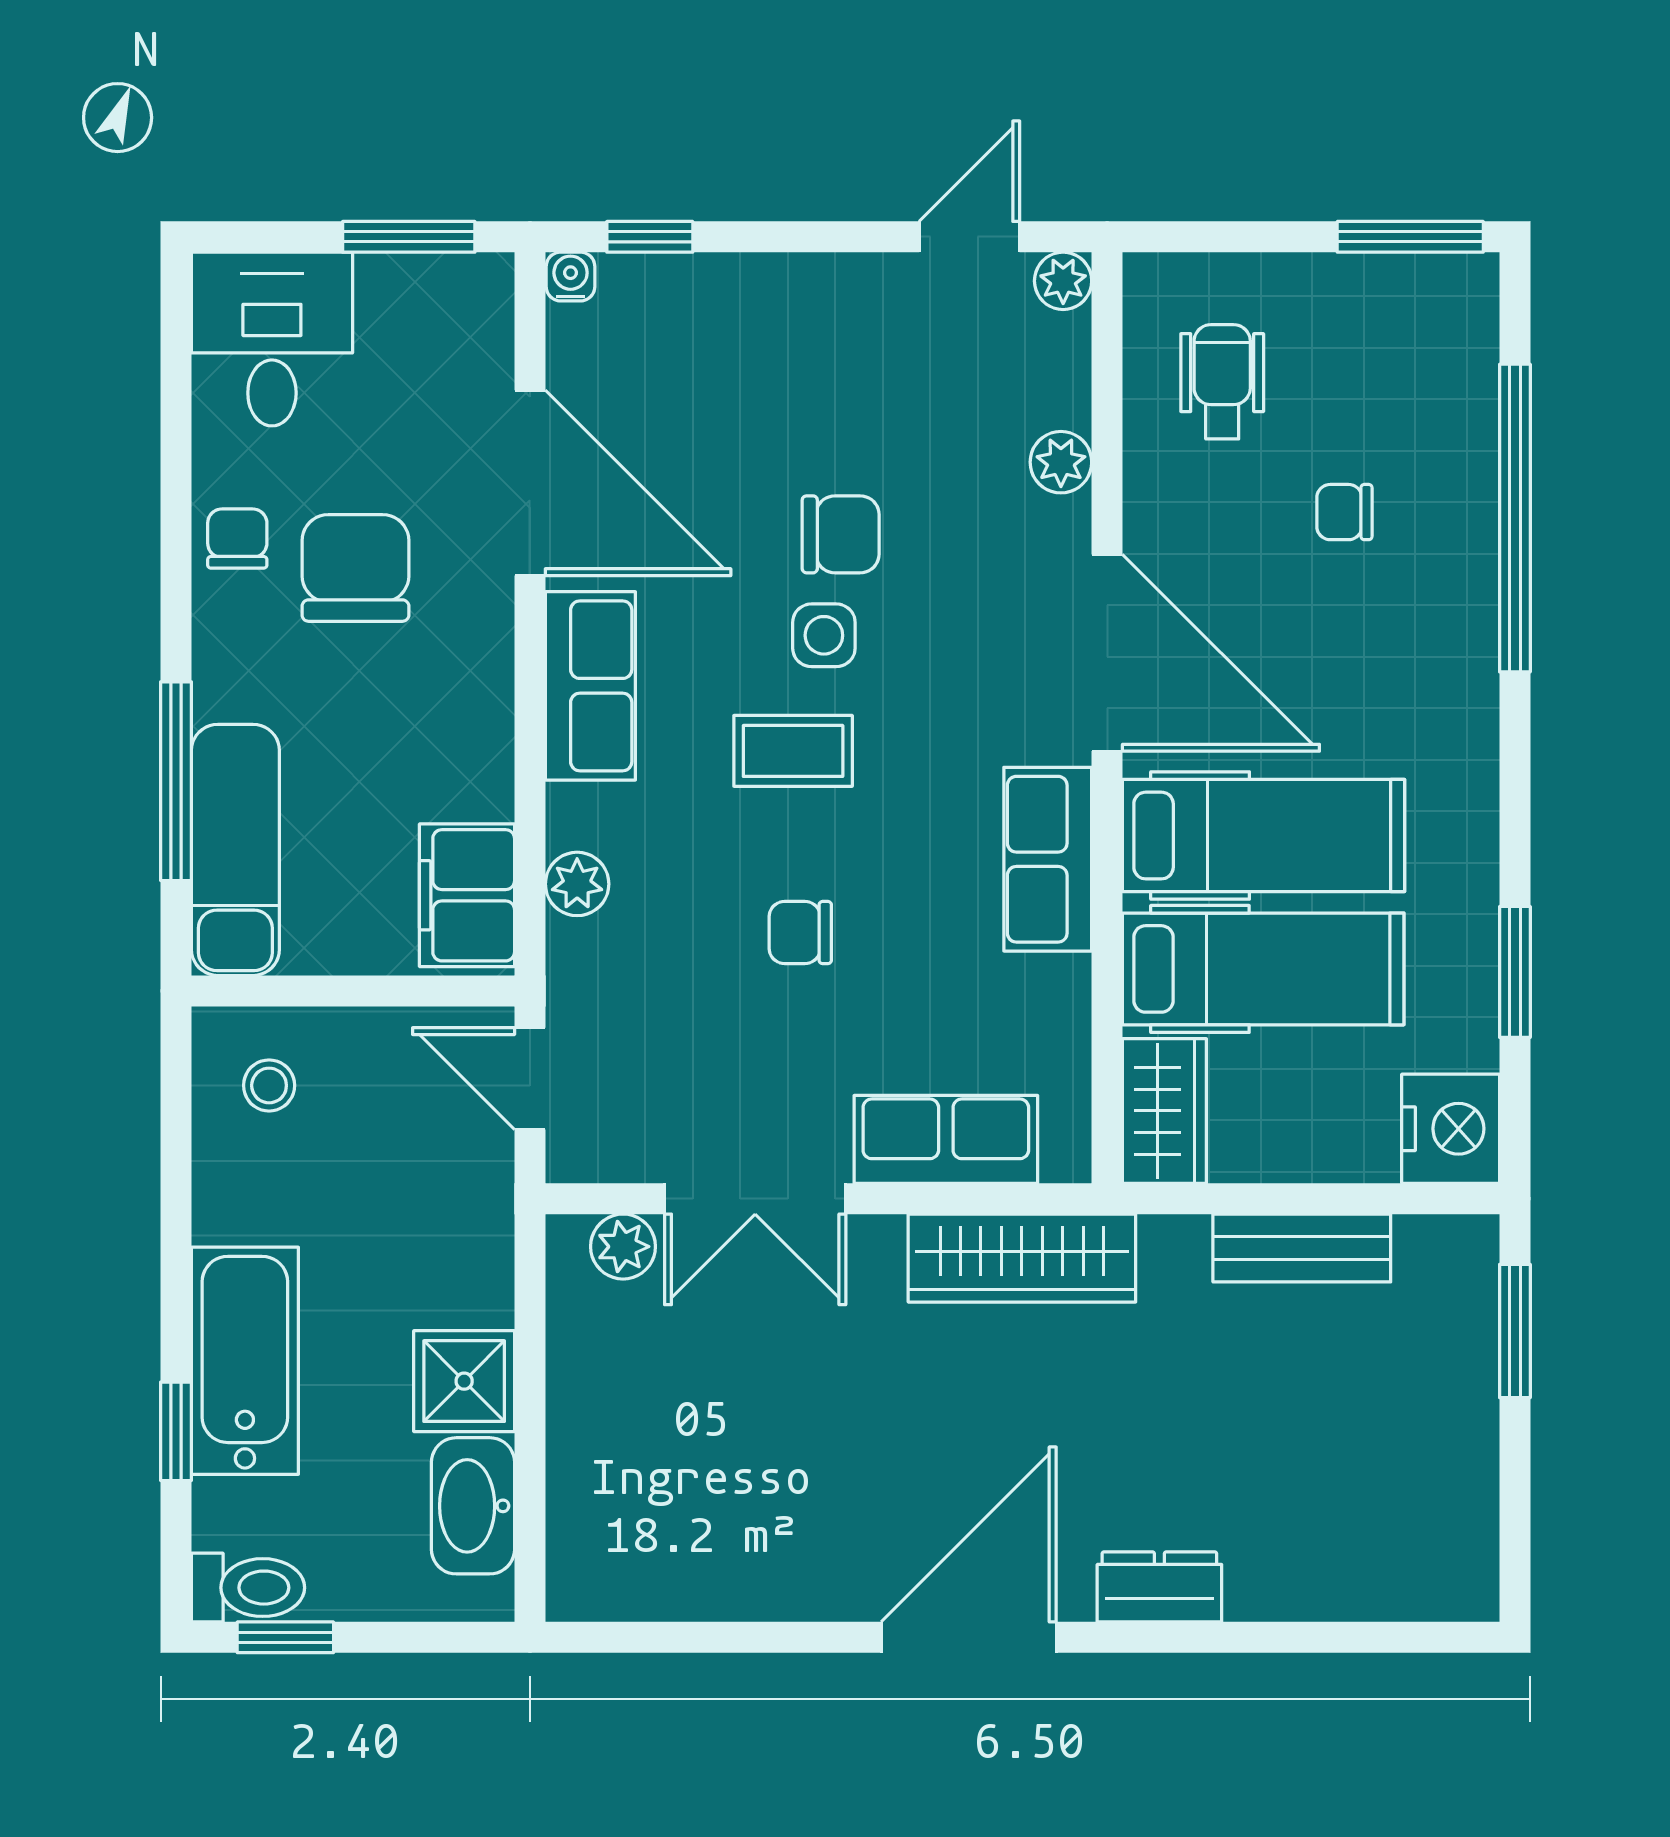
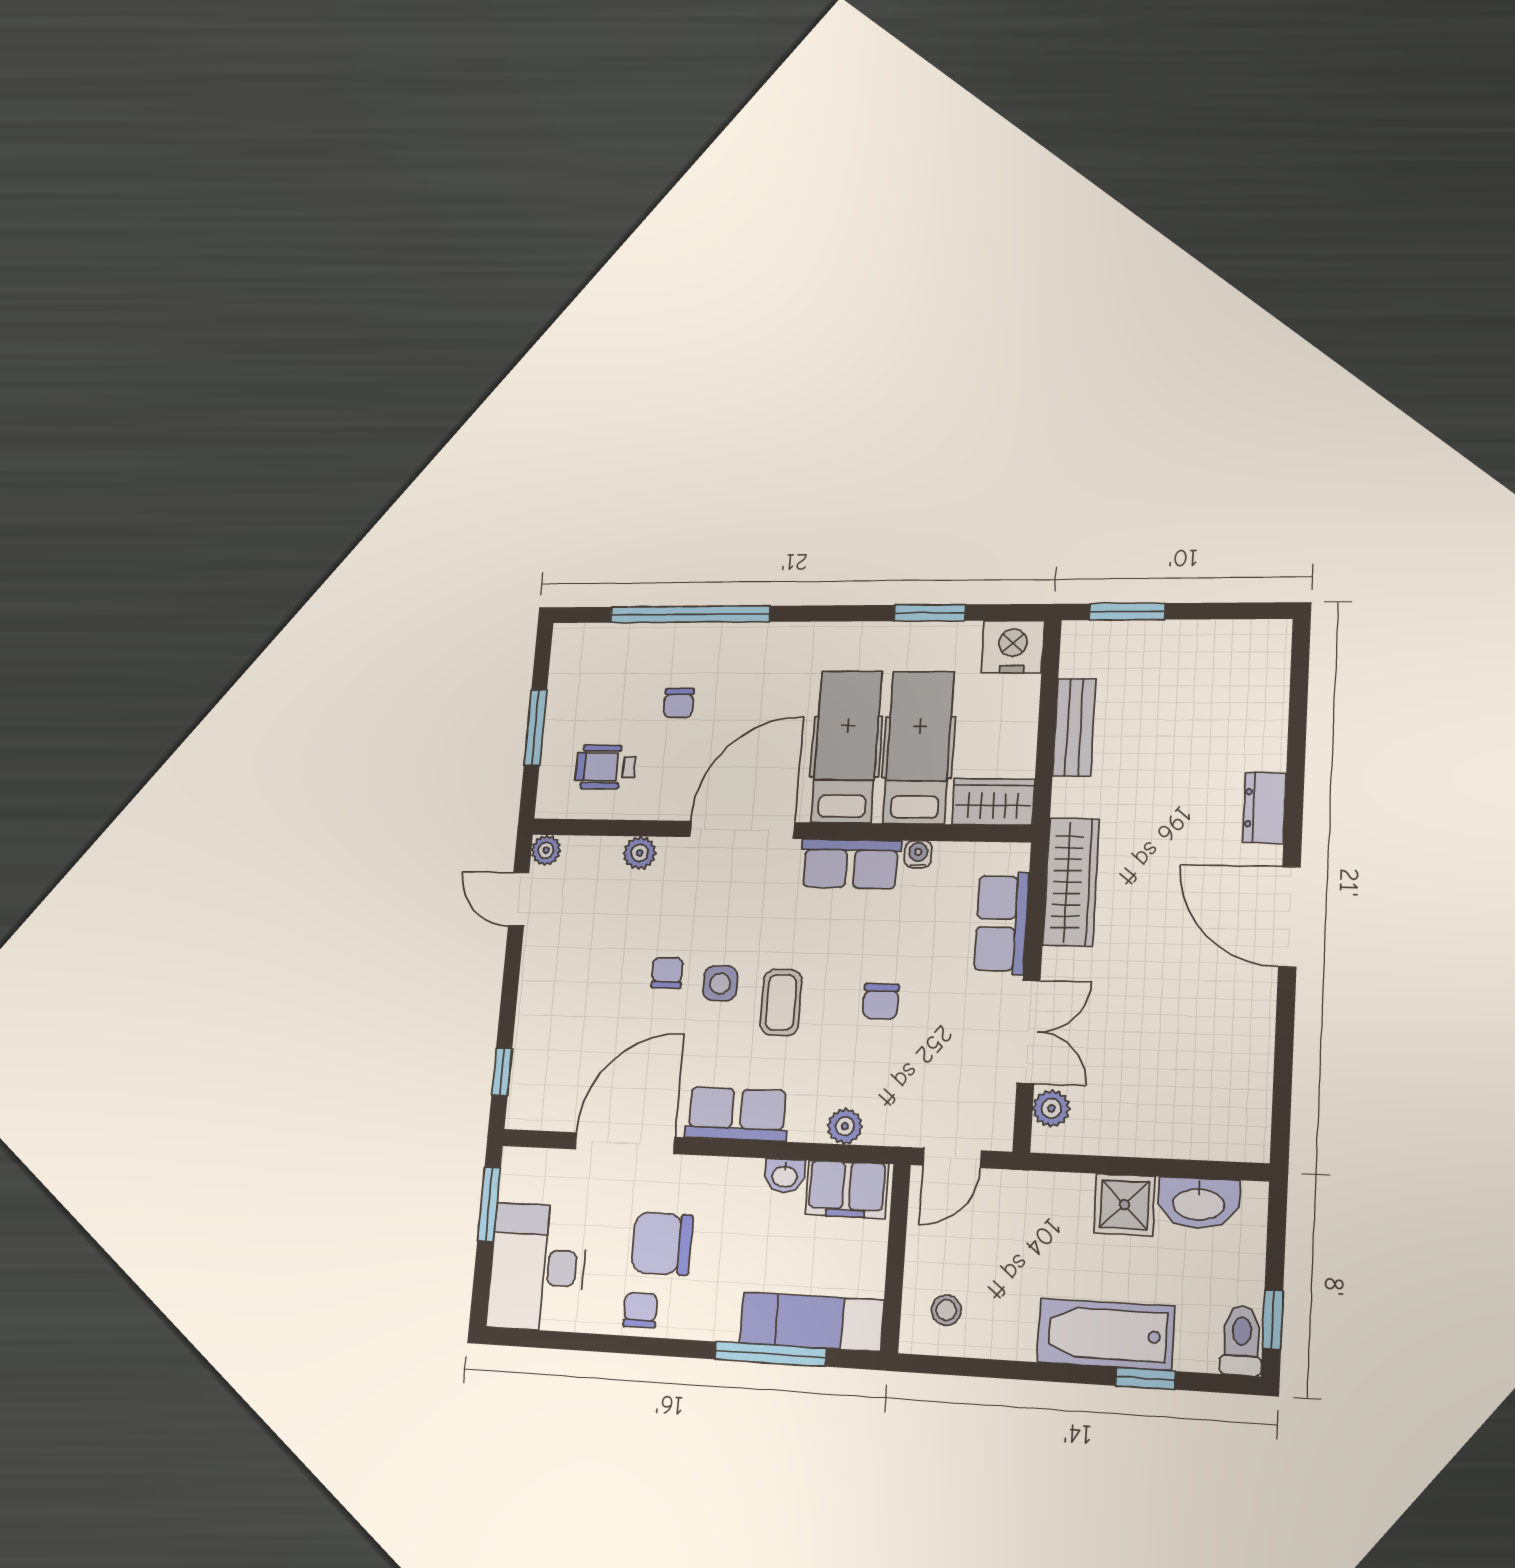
window: (1410, 237) -> (535, 728), moved
water cooler: (571, 277) -> (918, 854), moved, turned 90
desk: (272, 339) -> (537, 1267), width x1.37
chair: (841, 534) -> (667, 973), width x0.73, depth x0.73
chair: (237, 539) -> (640, 1310), turned 90
washbasin: (486, 782) -> (785, 1176), added

